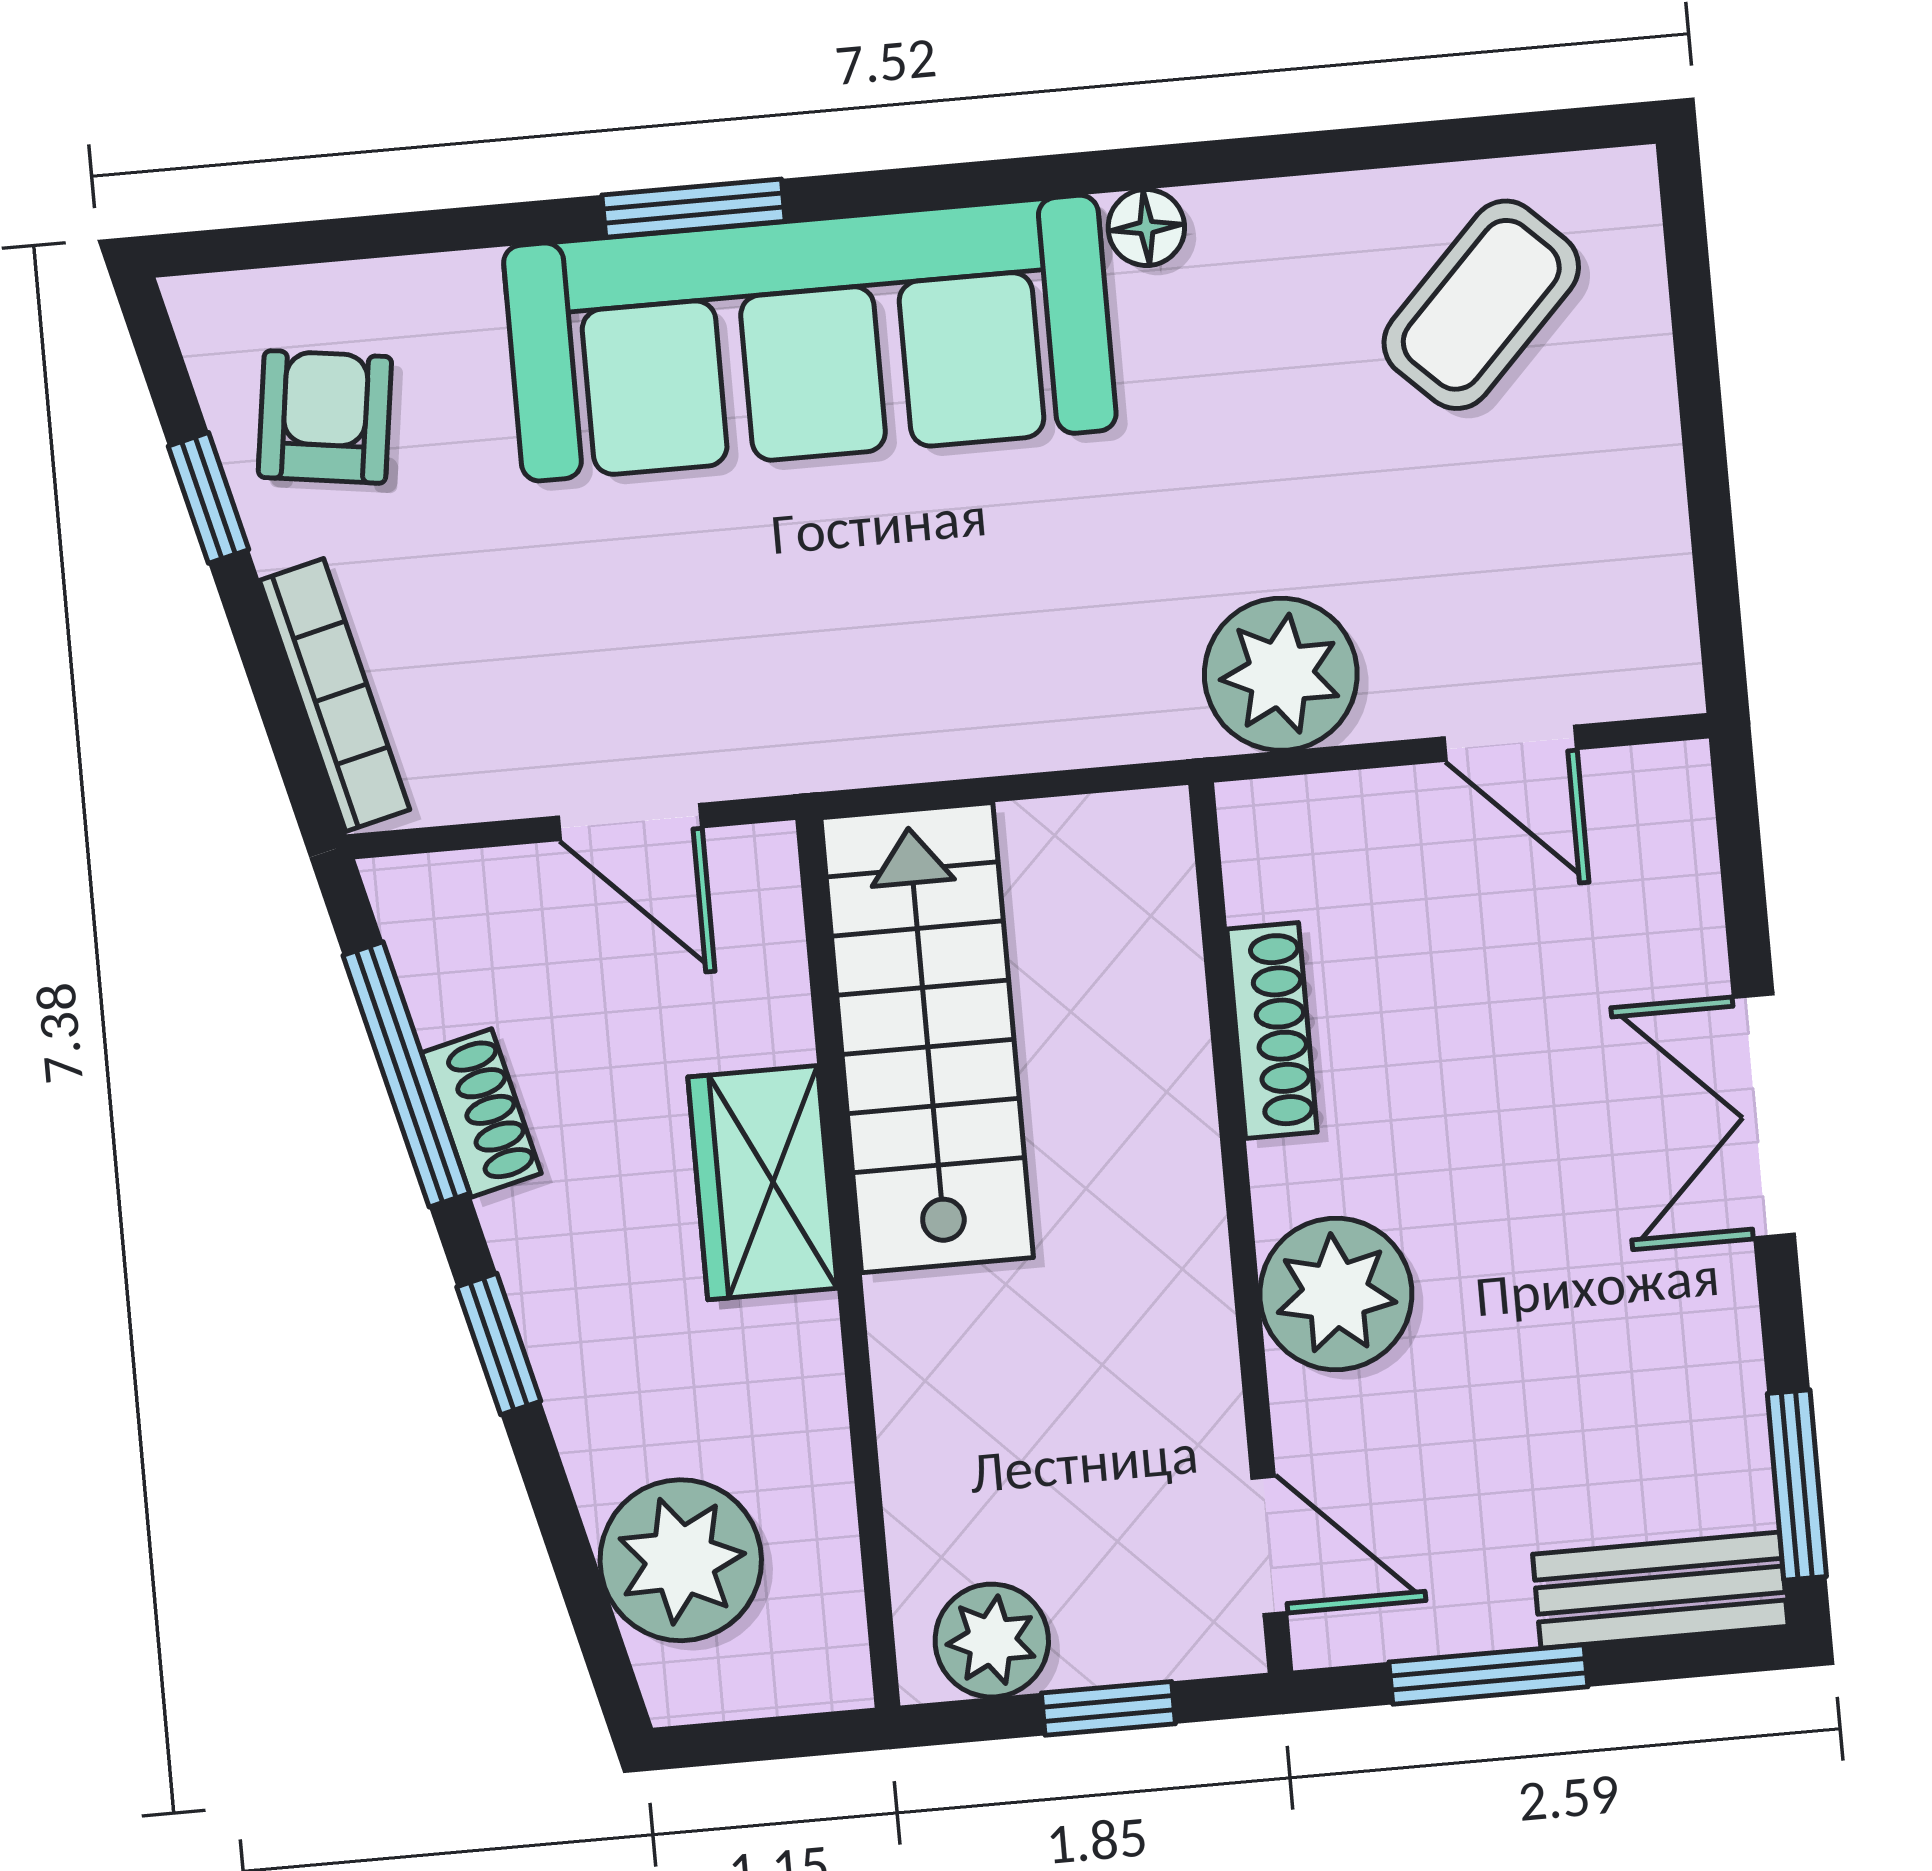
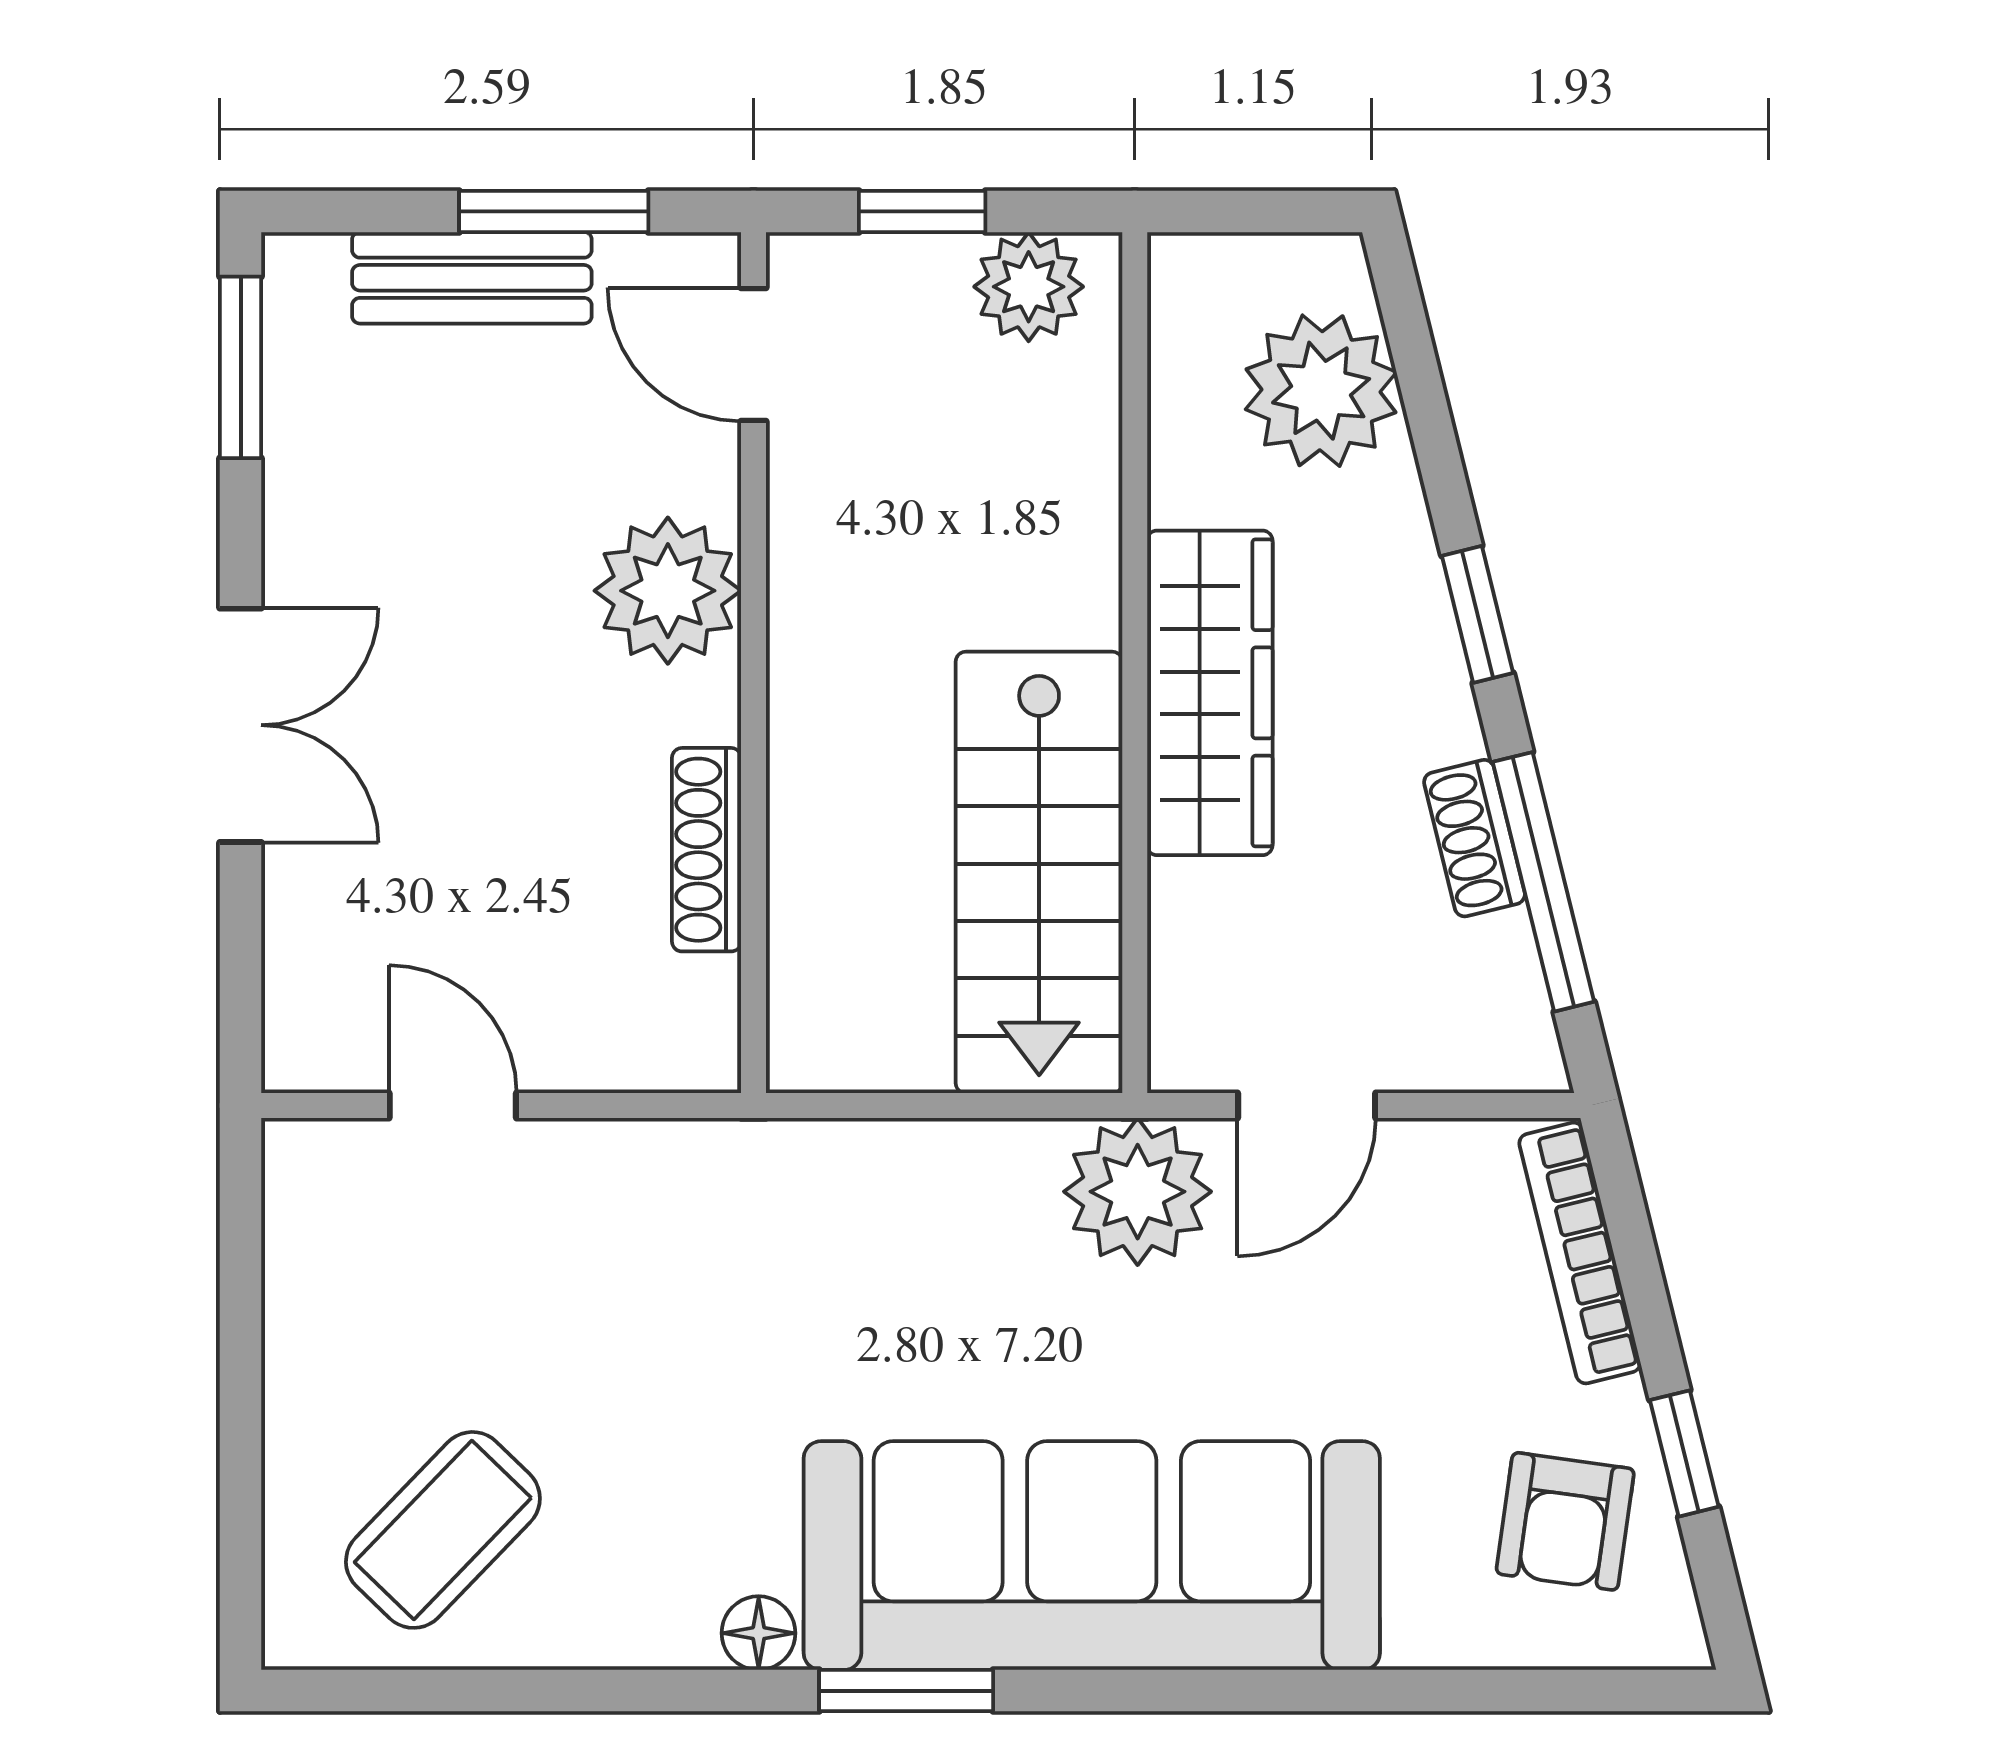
window: (694, 208) -> (906, 1691), moved
plant: (1281, 674) -> (1138, 1192), moved
door: (630, 822) -> (1307, 1106), swing flipped
wardrobe: (763, 1183) -> (1210, 693), width x1.50
bench: (1660, 1590) -> (472, 278), moved

